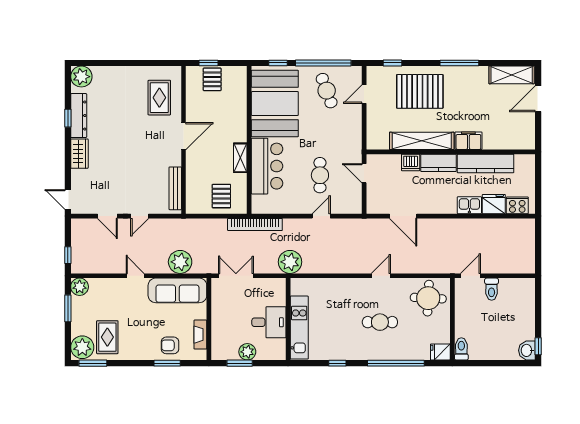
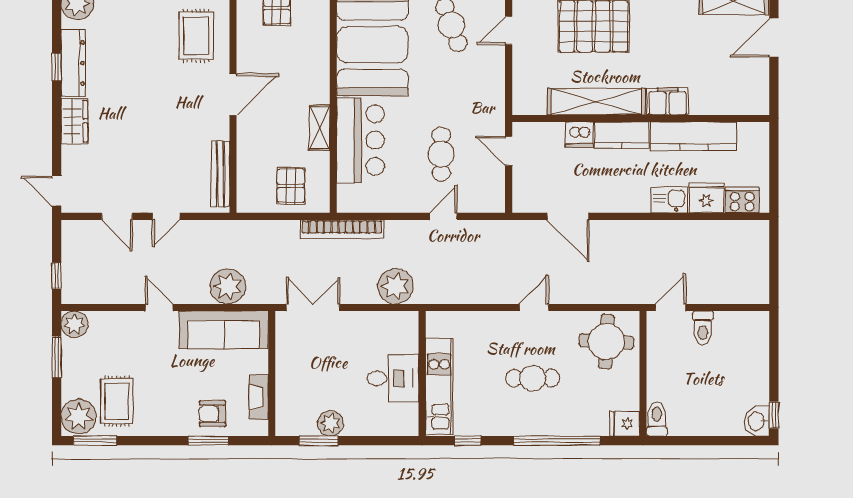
wall: (288, 319) -> (422, 373), moved
desk: (269, 322) -> (393, 378), moved
kitchen unit: (299, 328) -> (439, 387), moved

